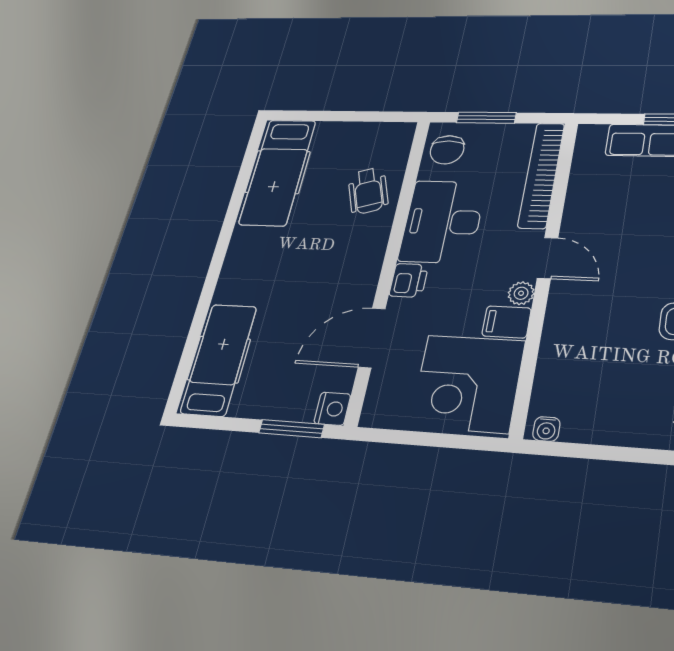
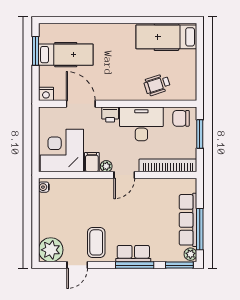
hospital bed: (219, 359) -> (66, 55), moved
window: (292, 429) -> (35, 51), moved

